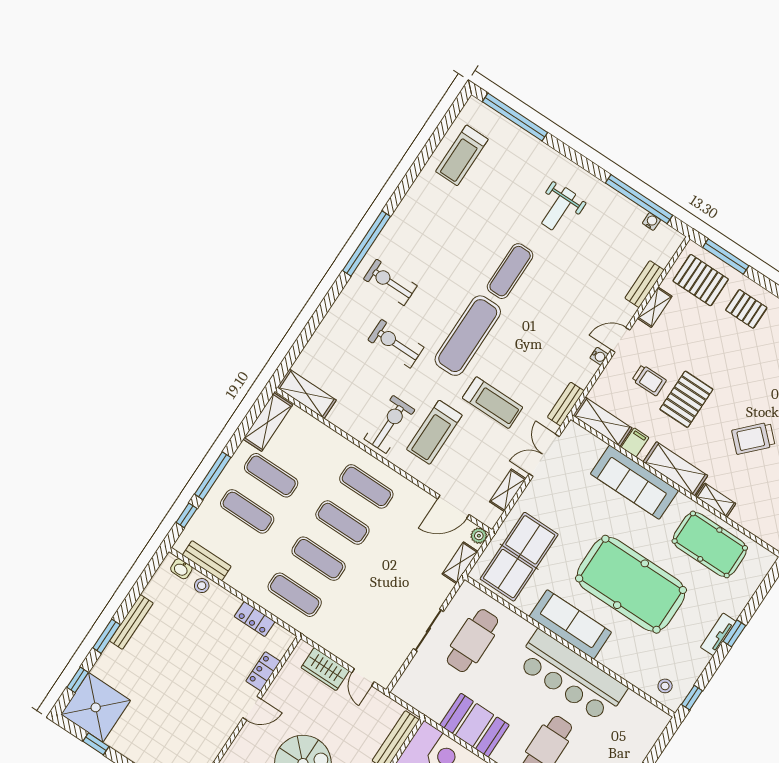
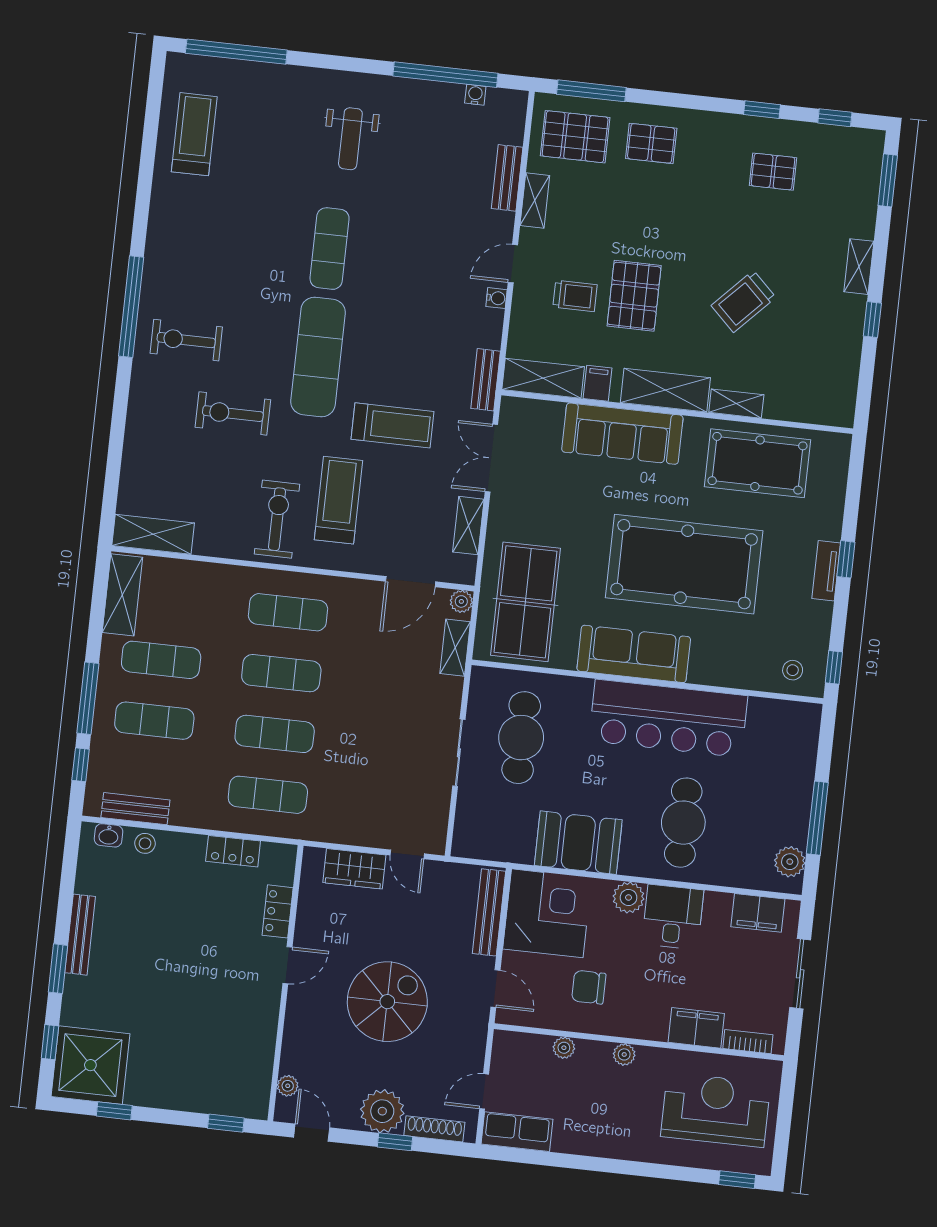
treadmill: (462, 155) -> (194, 134), turned 180
treadmill: (434, 432) -> (339, 500), turned 180

